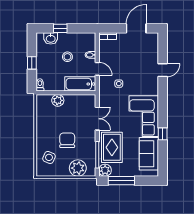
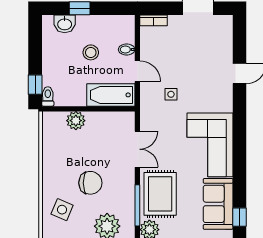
window: (32, 63) -> (35, 85), moved
window: (163, 134) -> (240, 217), moved
chair: (67, 140) -> (90, 183), turned 90

